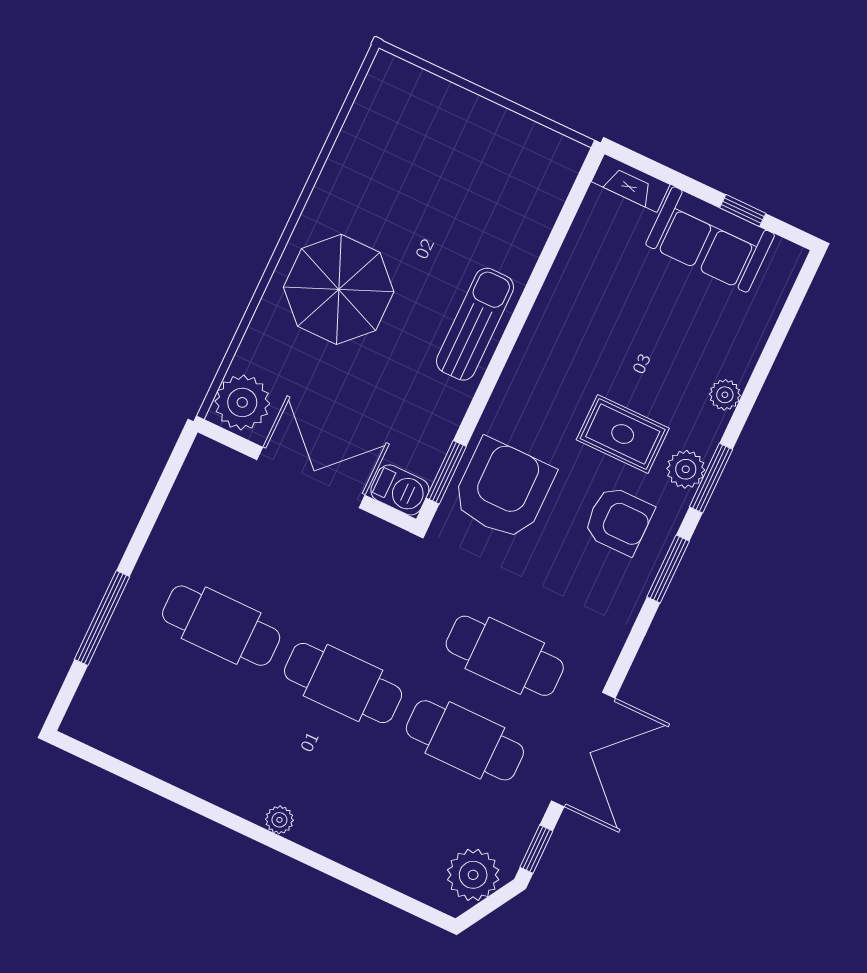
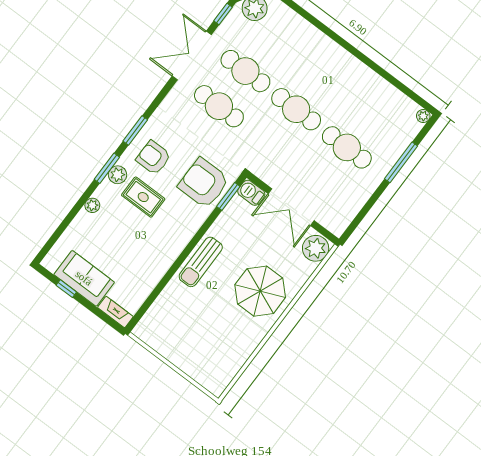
armchair: (503, 489) -> (204, 183), turned 90
plant: (279, 820) -> (423, 116), moved

